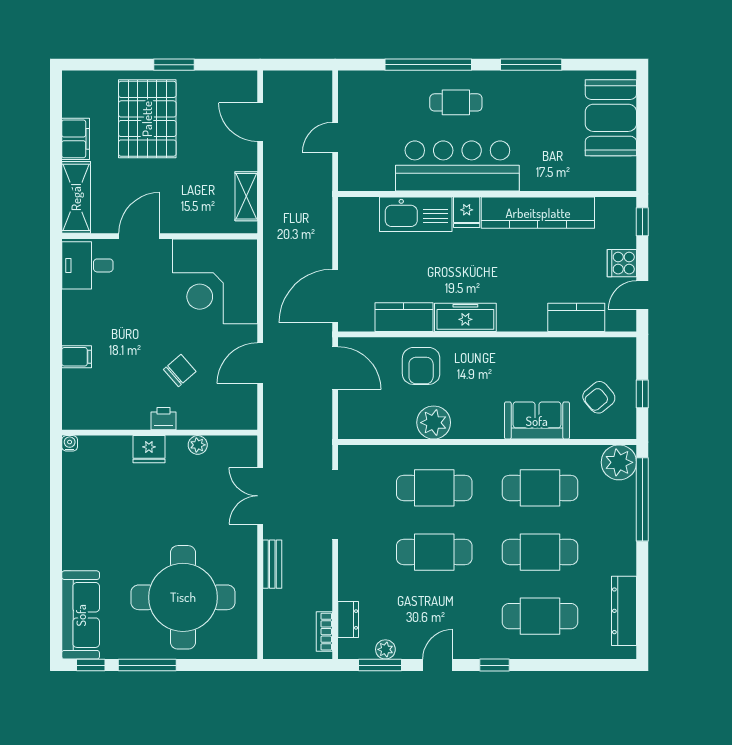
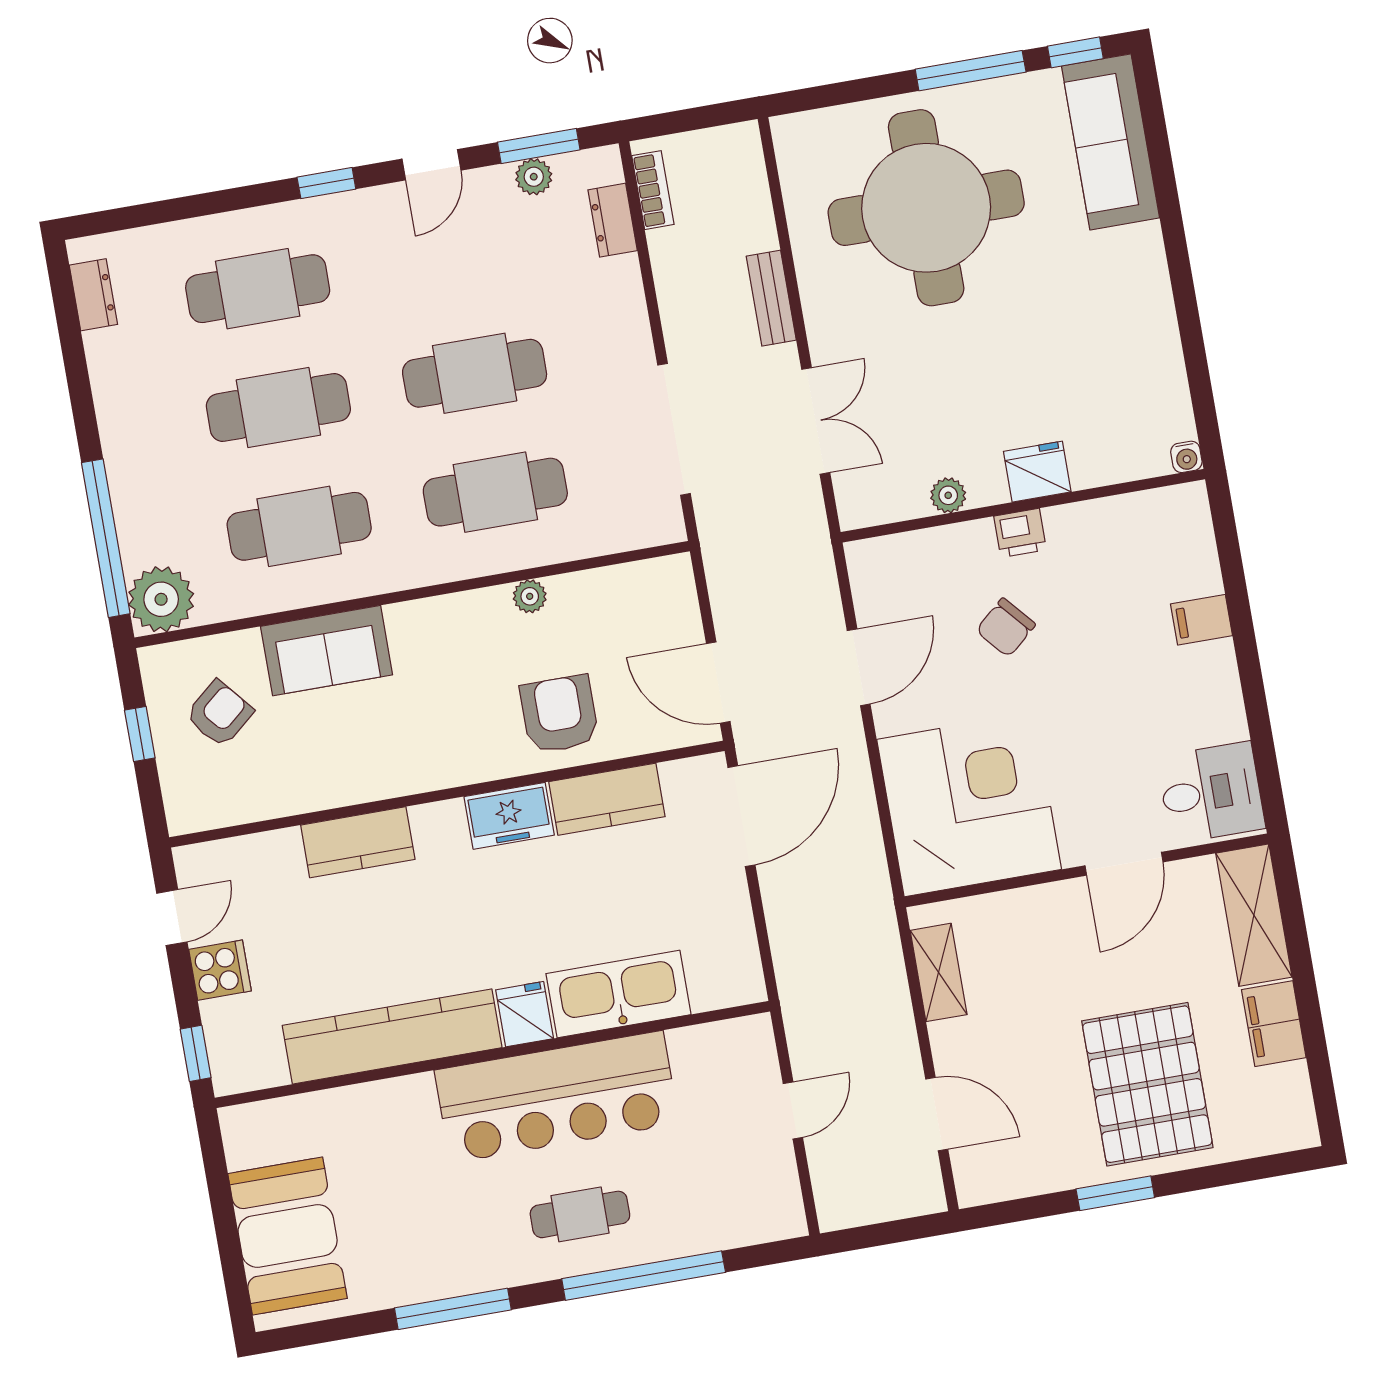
freezer: (465, 317) -> (509, 816), width x0.71
kitchen counter: (576, 317) -> (358, 842), moved
plant: (434, 423) -> (530, 596), width x0.53, depth x0.53
dresser: (624, 611) -> (93, 295), width x0.51, depth x0.80

